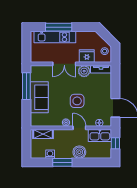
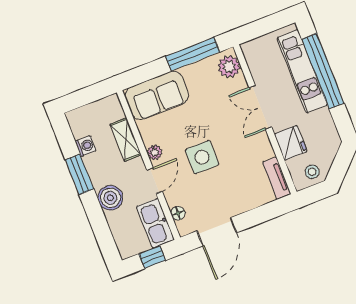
window: (59, 27) -> (323, 71), width x1.46
plant: (84, 71) -> (229, 67), moved
sofa: (39, 97) -> (157, 95), moved
shelving: (43, 134) -> (126, 140), moved

